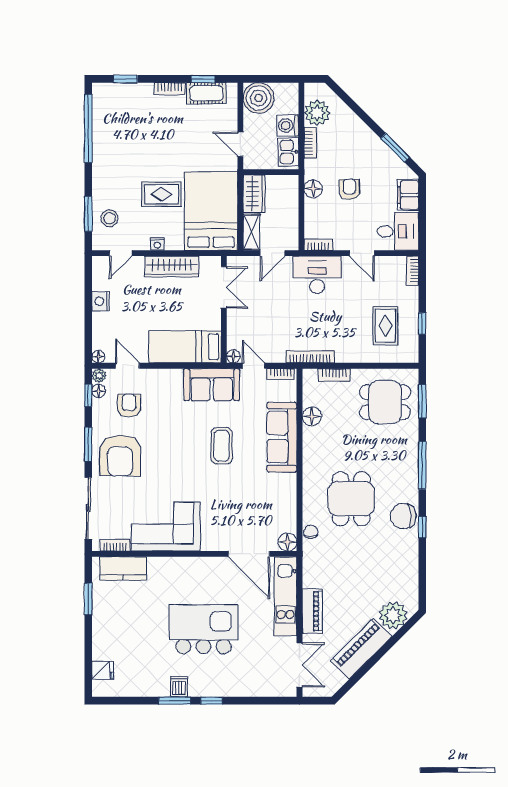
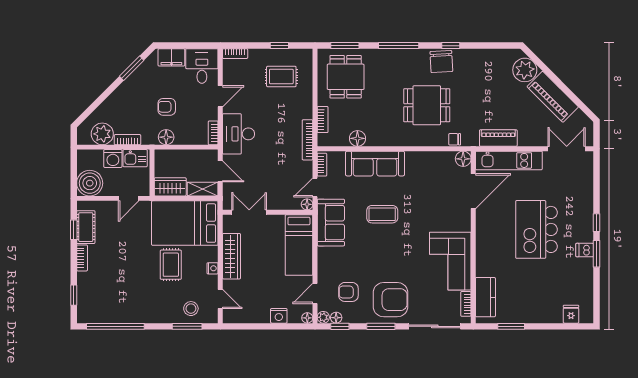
nightstand: (101, 301) -> (279, 316), moved
piano: (312, 611) -> (498, 138), moved

